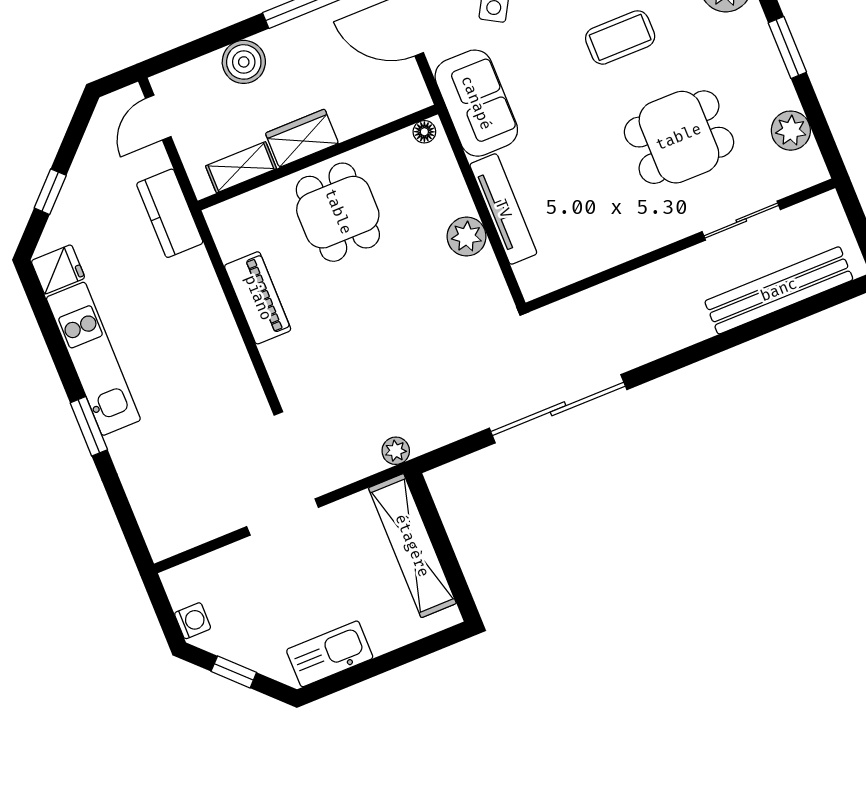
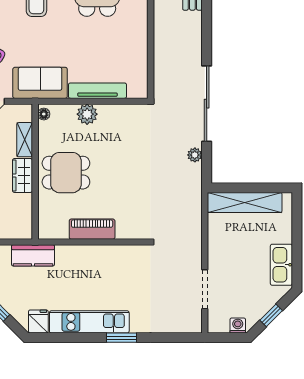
shelving: (241, 167) -> (25, 140), moved
plant: (467, 236) -> (87, 114), moved
plant: (396, 451) -> (195, 155), moved
doorway: (283, 517) -> (205, 289), moved

